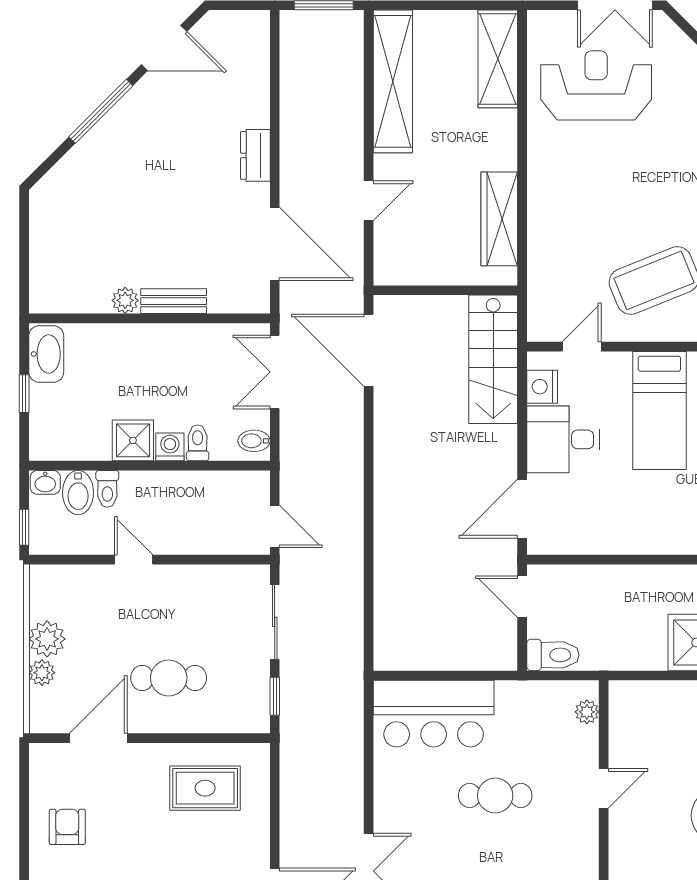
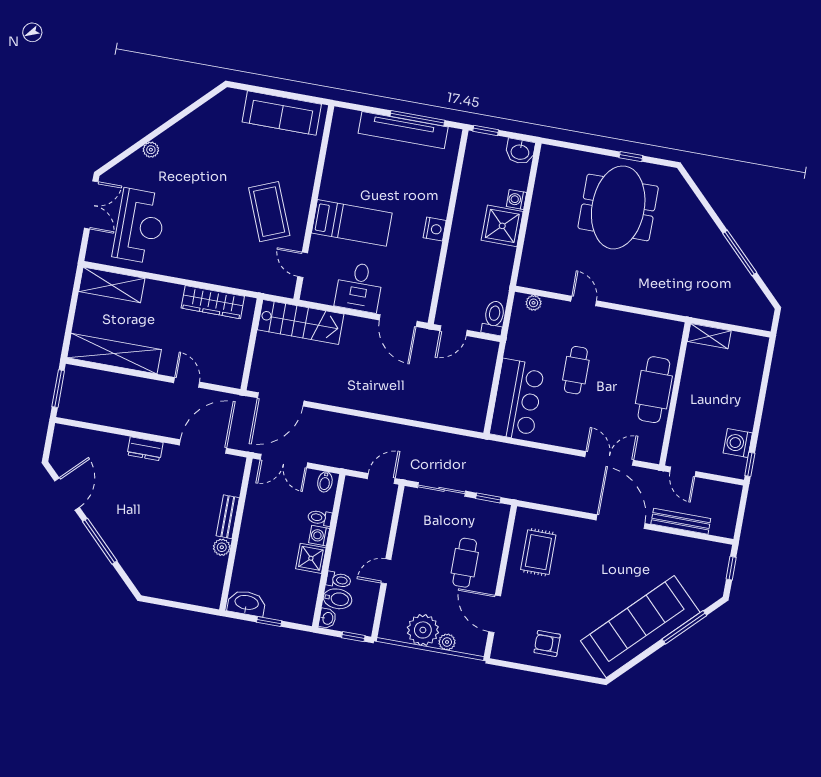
reception desk: (596, 85) -> (140, 226), turned 180
nightstand: (542, 387) -> (435, 229), moved, turned -90
plant: (47, 639) -> (423, 630), width x1.36, depth x1.36

